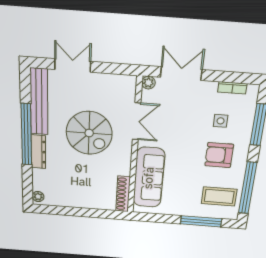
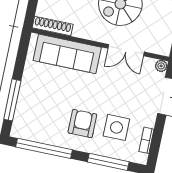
side table: (221, 121) -> (116, 127), width x1.87, depth x1.87
coffee table: (219, 196) -> (38, 120), removed

